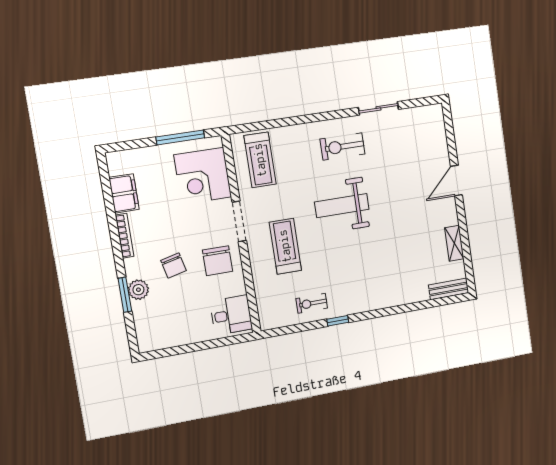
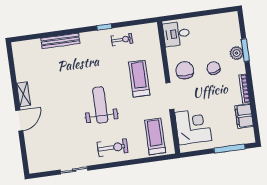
window: (180, 137) -> (230, 149), moved
exercise bike: (342, 147) -> (113, 148), moved
weight bench: (342, 206) -> (100, 105), turned -90
shelving: (454, 243) -> (24, 94), moved
treadmill: (285, 246) -> (139, 79), turned 180
bench: (449, 289) -> (60, 41), moved, width x1.36

